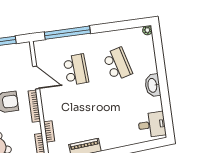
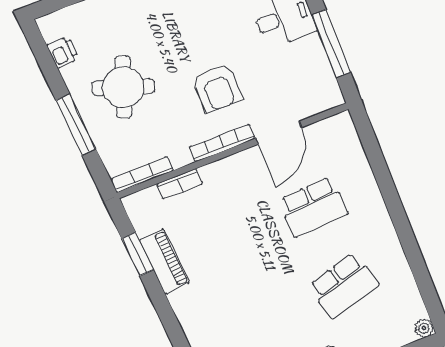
window: (67, 33) -> (381, 173), removed

